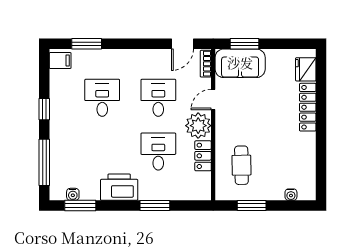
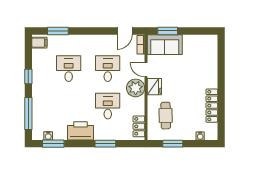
fridge: (306, 69) -> (154, 87), moved, turned 180
door: (213, 100) -> (146, 70), hinge flipped
locker: (308, 107) -> (212, 106), moved
locker: (203, 156) -> (139, 126), moved

